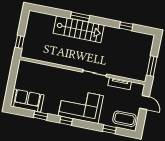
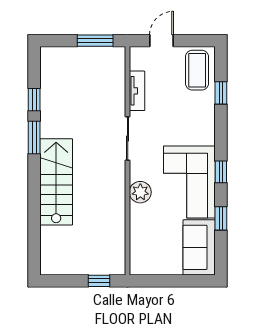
window: (80, 17) -> (34, 137), moved
plant: (64, 74) -> (140, 192), added
corner sofa: (81, 106) -> (189, 182), moved

